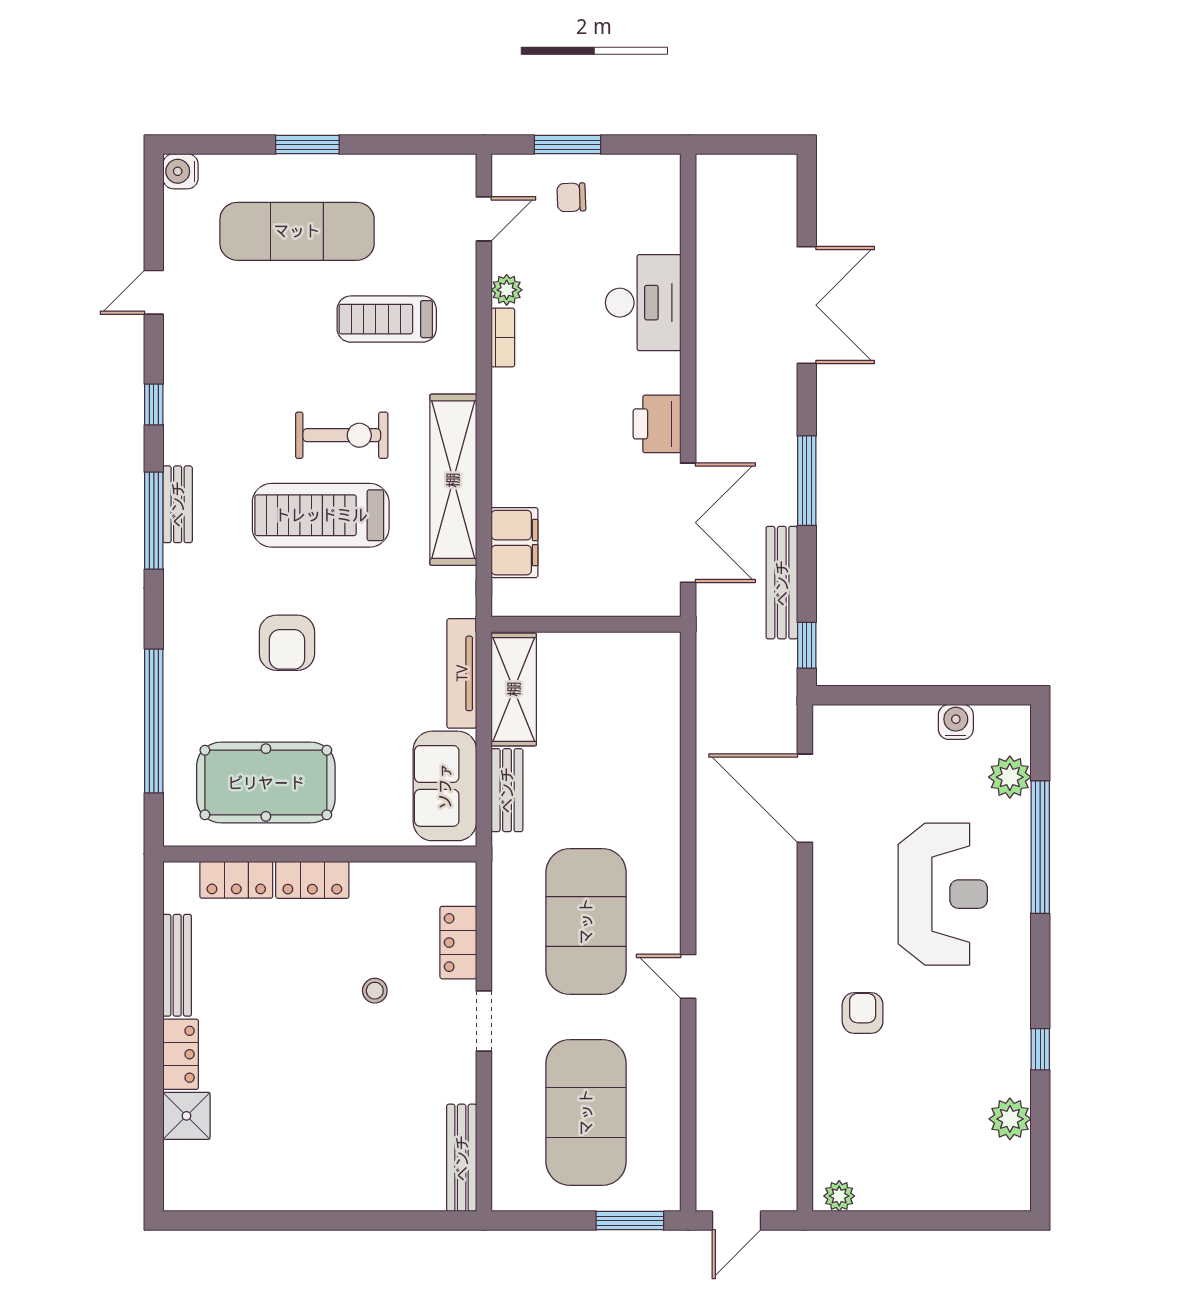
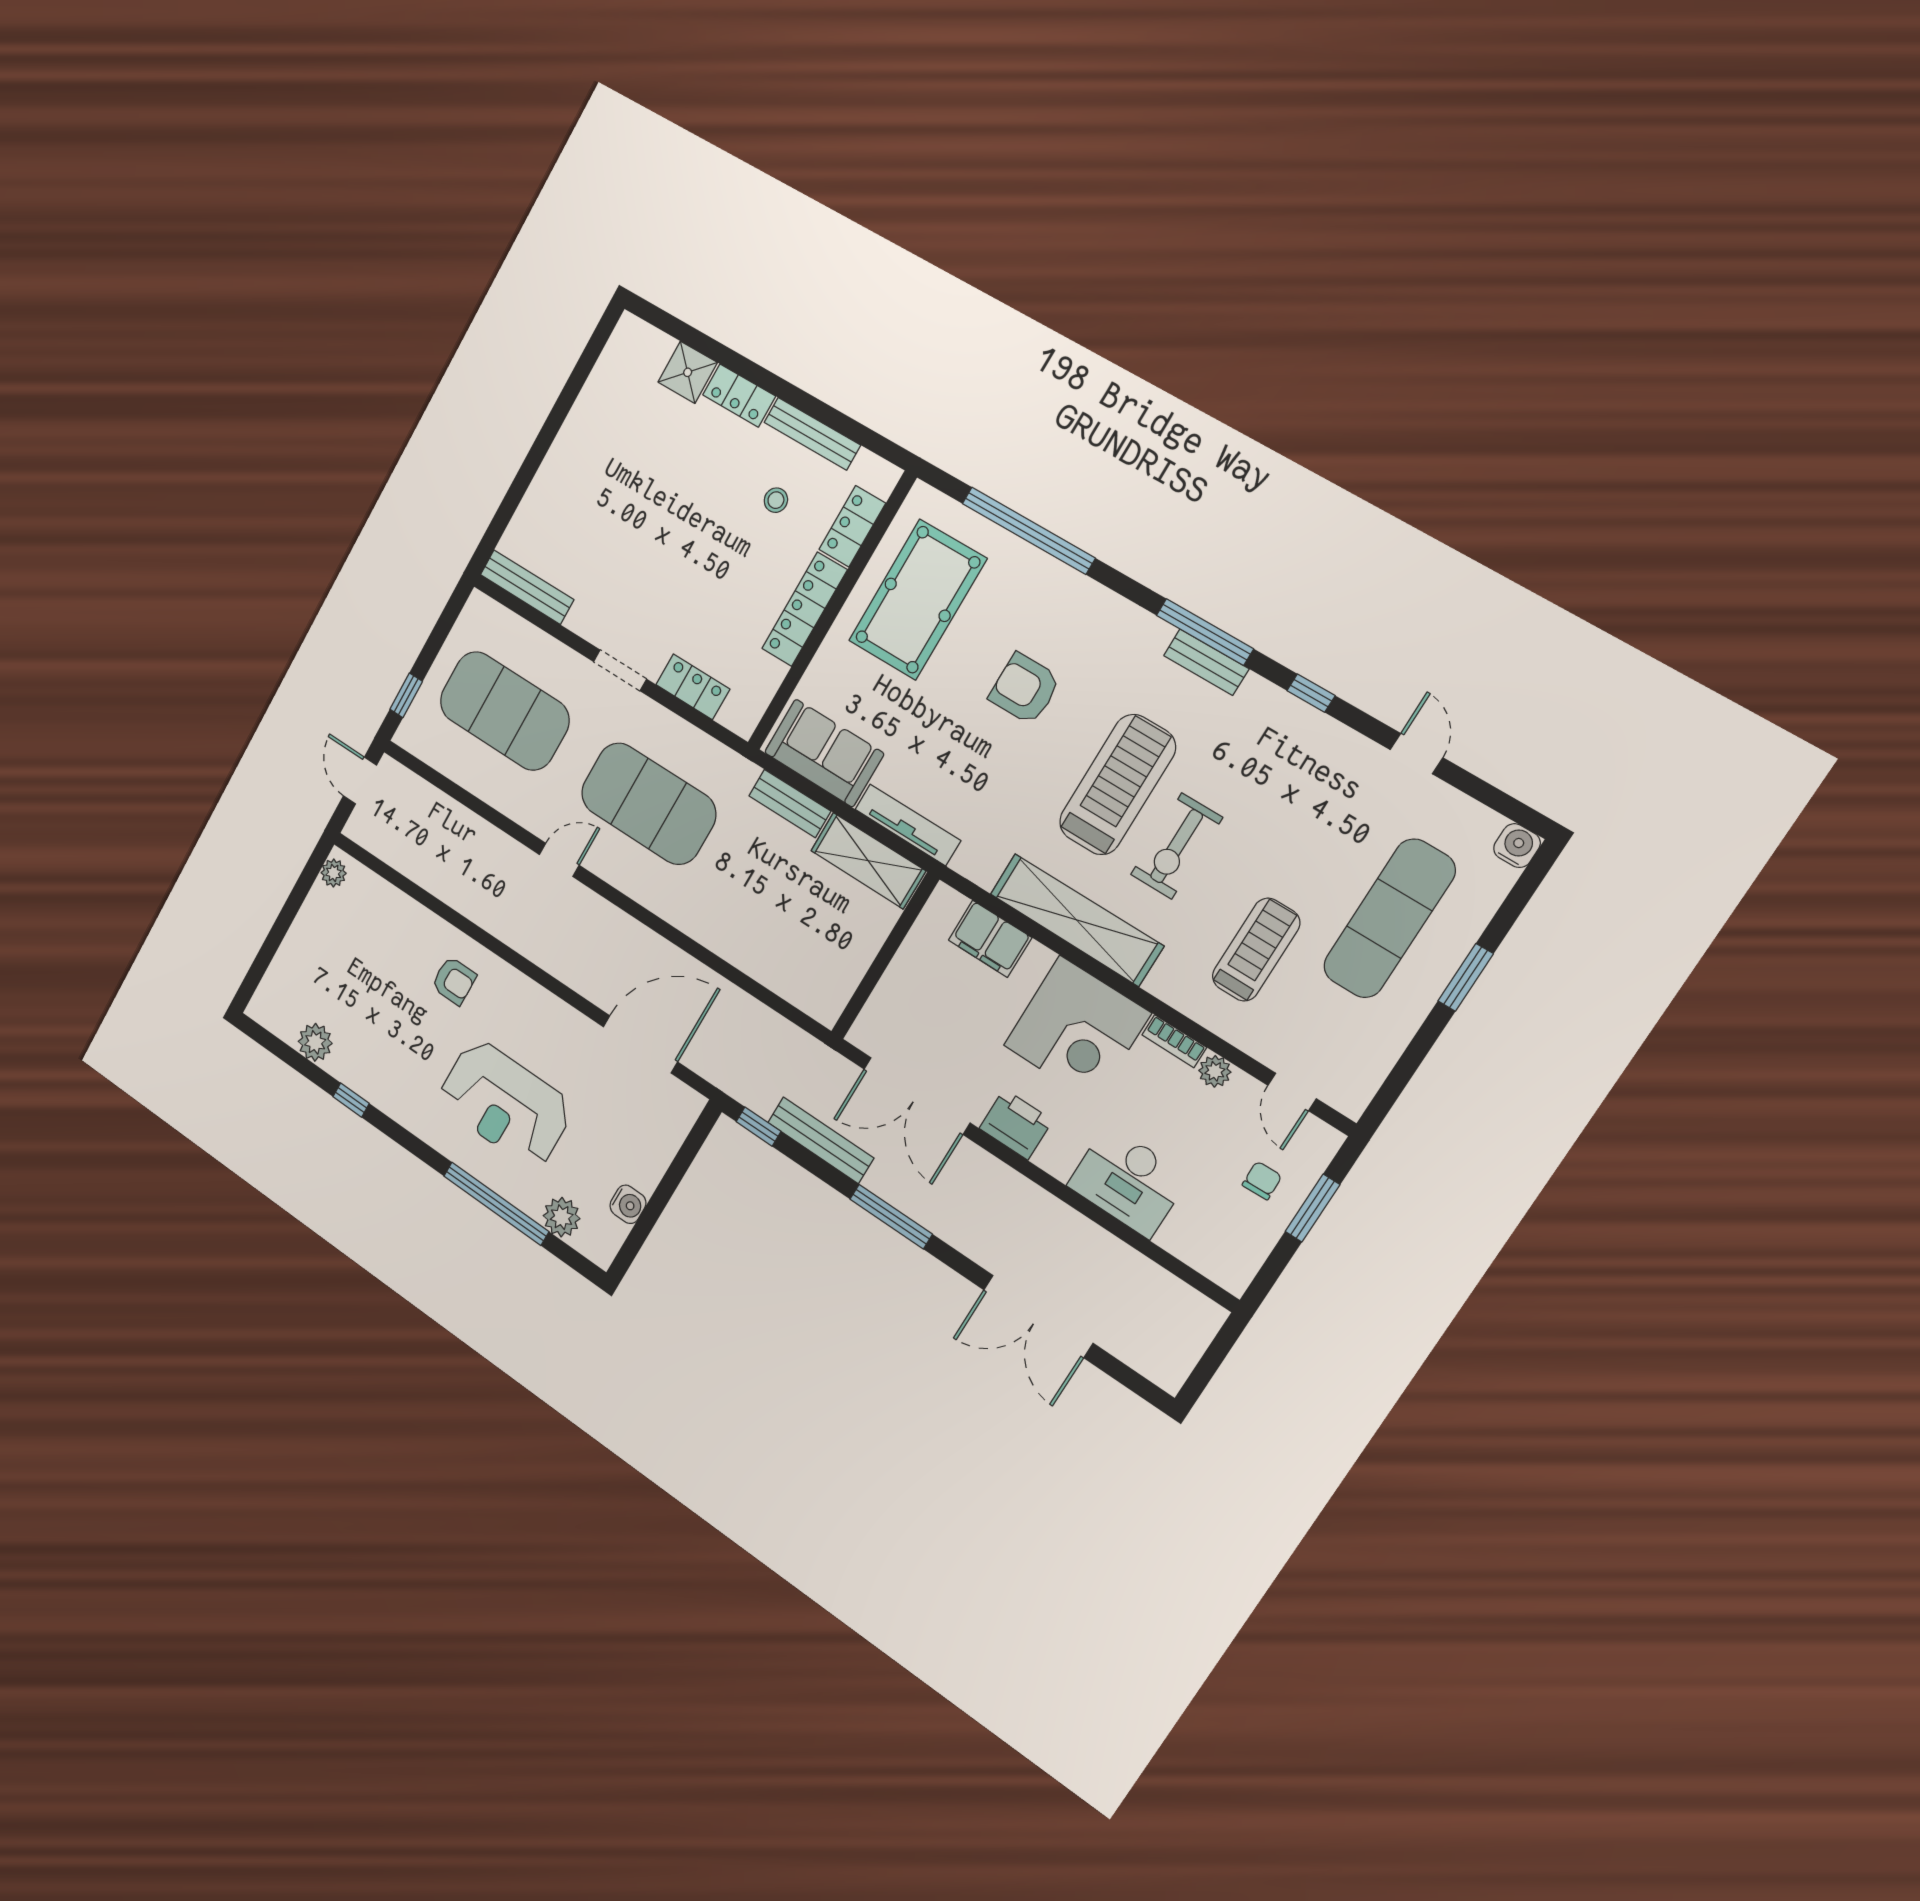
corner desk: (544, 423) -> (1077, 1029), added
locker: (312, 880) -> (804, 609), width x1.53
stool: (375, 991) -> (776, 500), moved
window: (630, 1221) -> (406, 695), width x0.67

